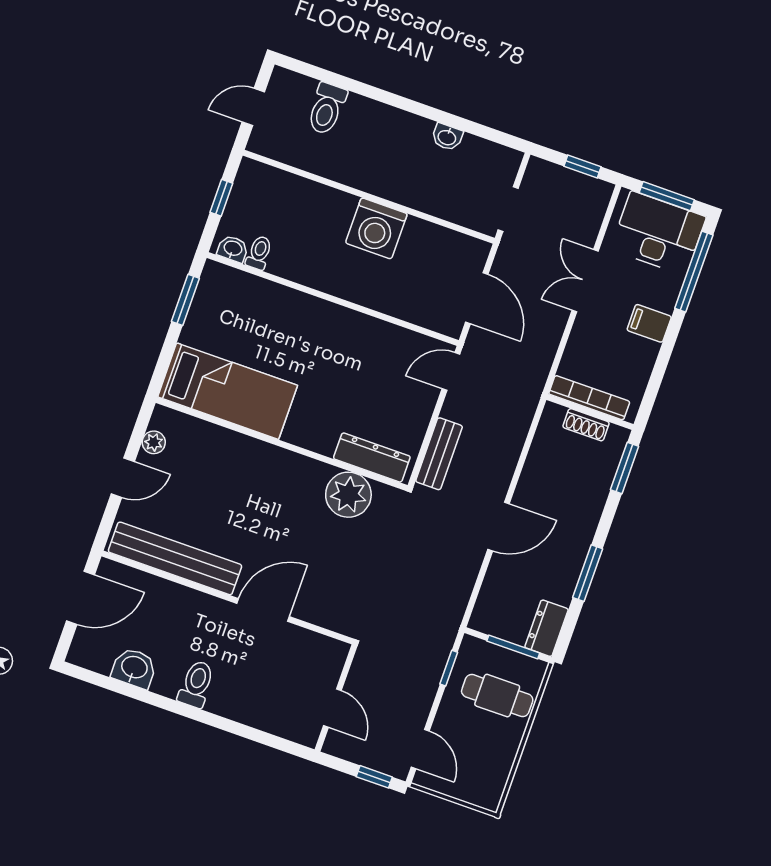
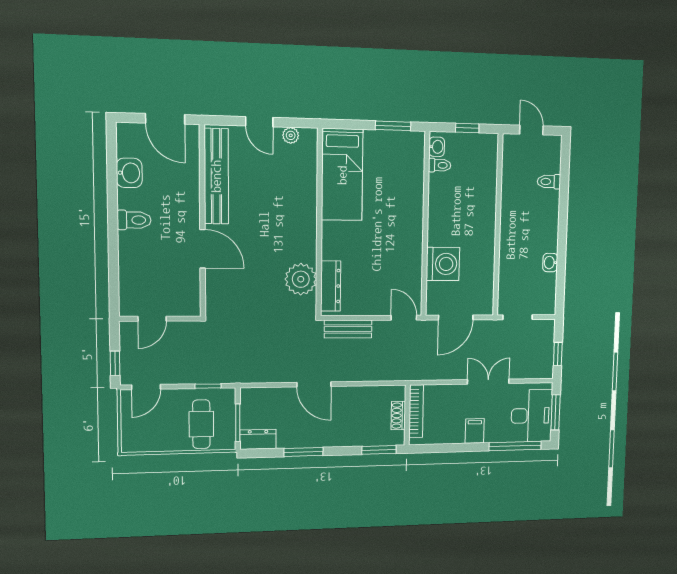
toilet: (327, 109) -> (549, 182), width x0.73, depth x0.72
washing machine: (376, 228) -> (443, 264), moved, turned 180

